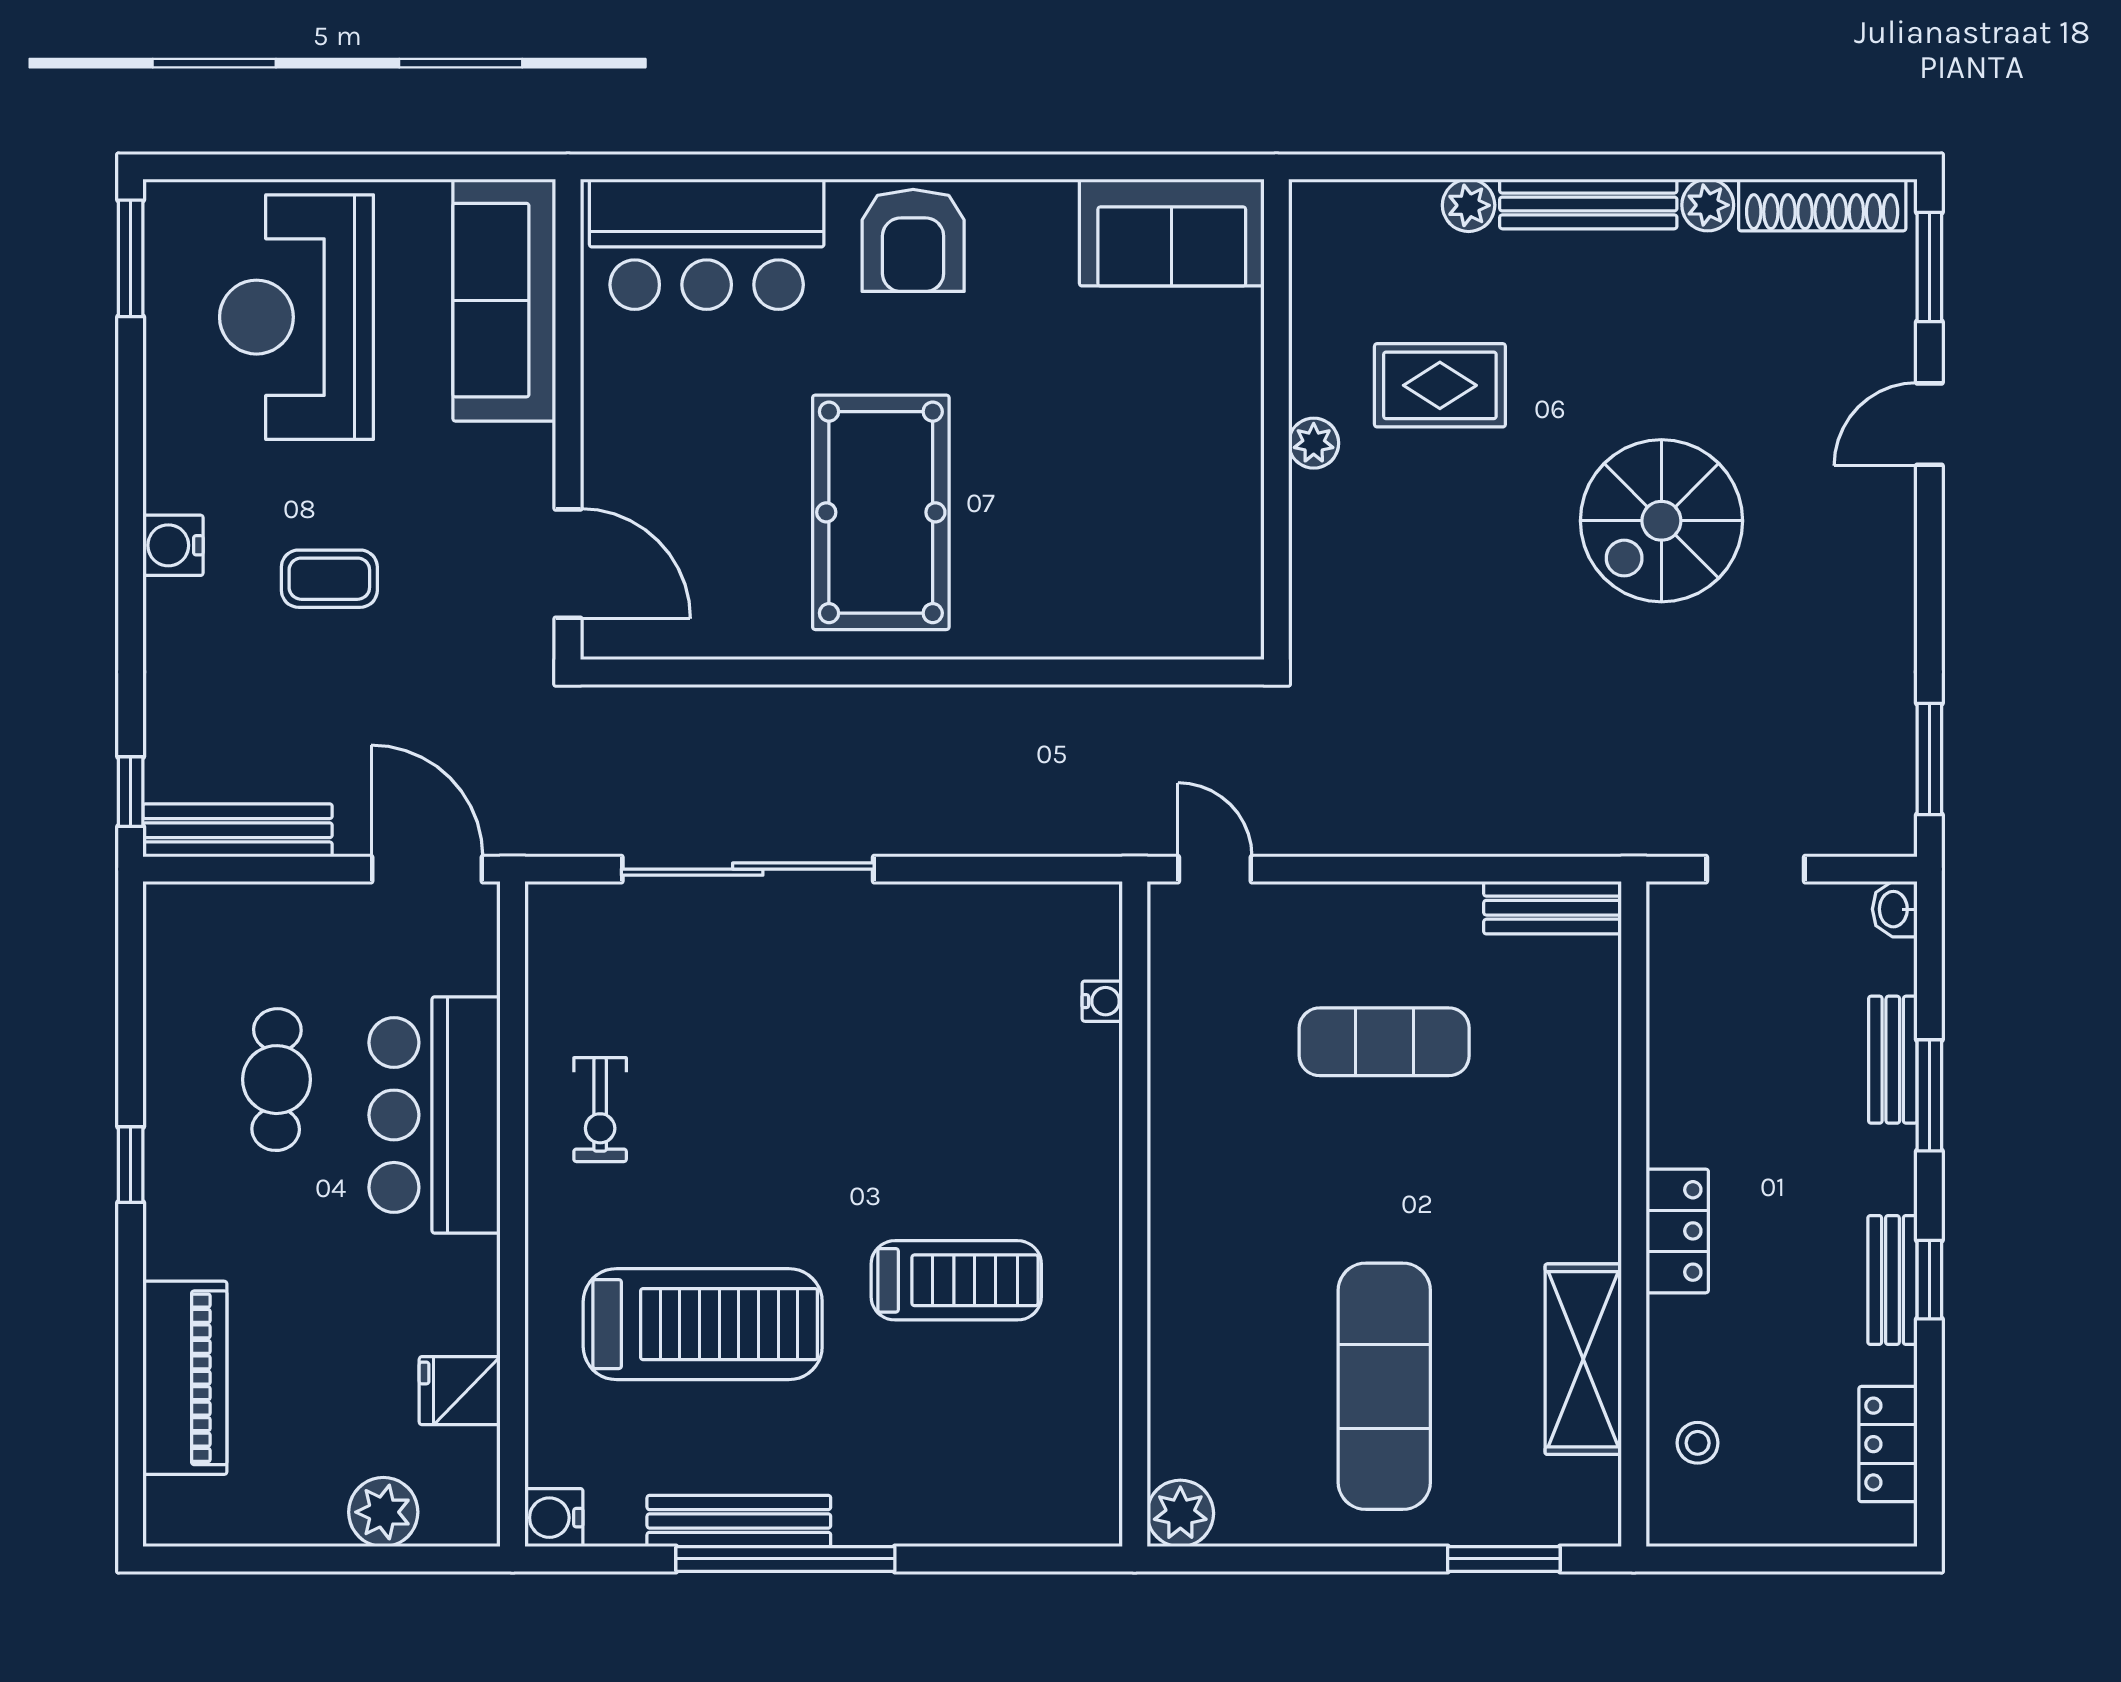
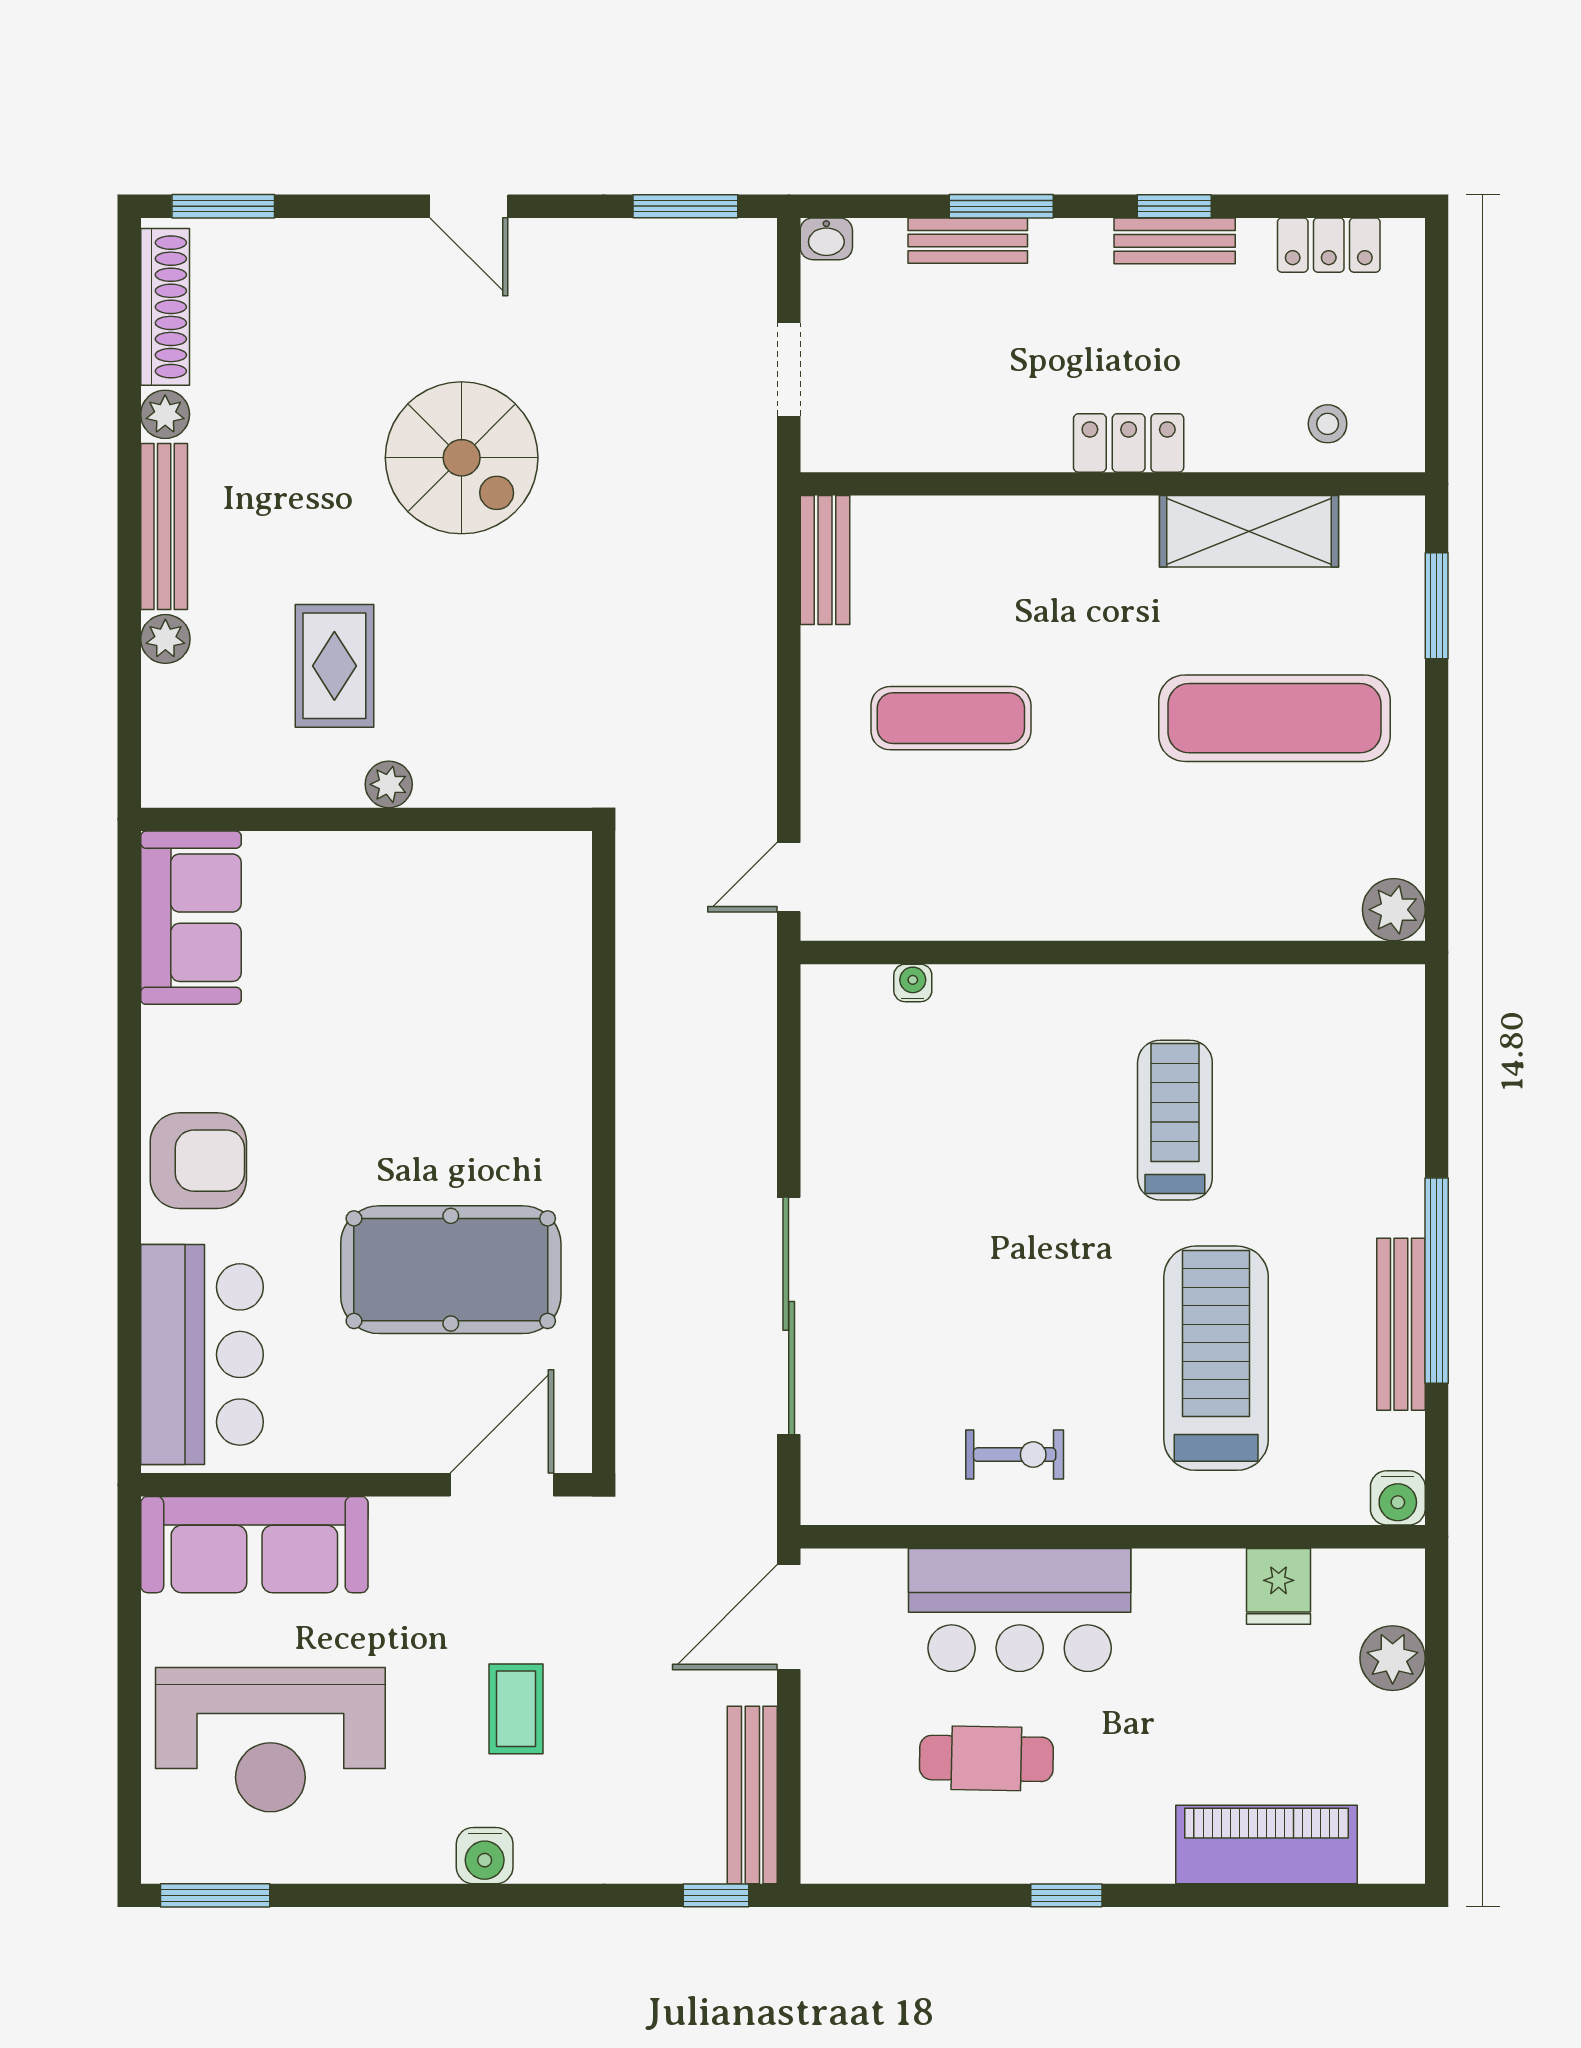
door: (1929, 424) -> (469, 206), moved
pool table: (881, 512) -> (451, 1270), moved
exercise mat: (1384, 1042) -> (951, 718), turned 90

